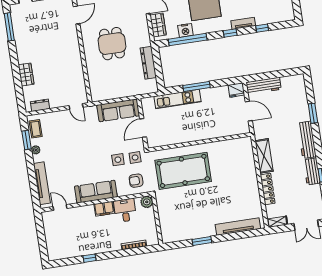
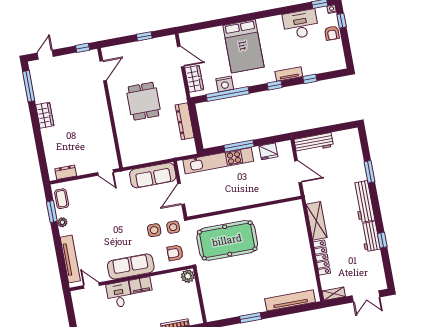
wardrobe: (26, 74) -> (45, 115), moved
fridge: (236, 90) -> (268, 151), moved
kitchen unit: (177, 99) -> (218, 161), width x1.36
desk: (125, 210) -> (119, 295), moved

